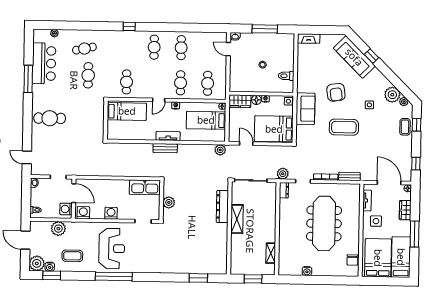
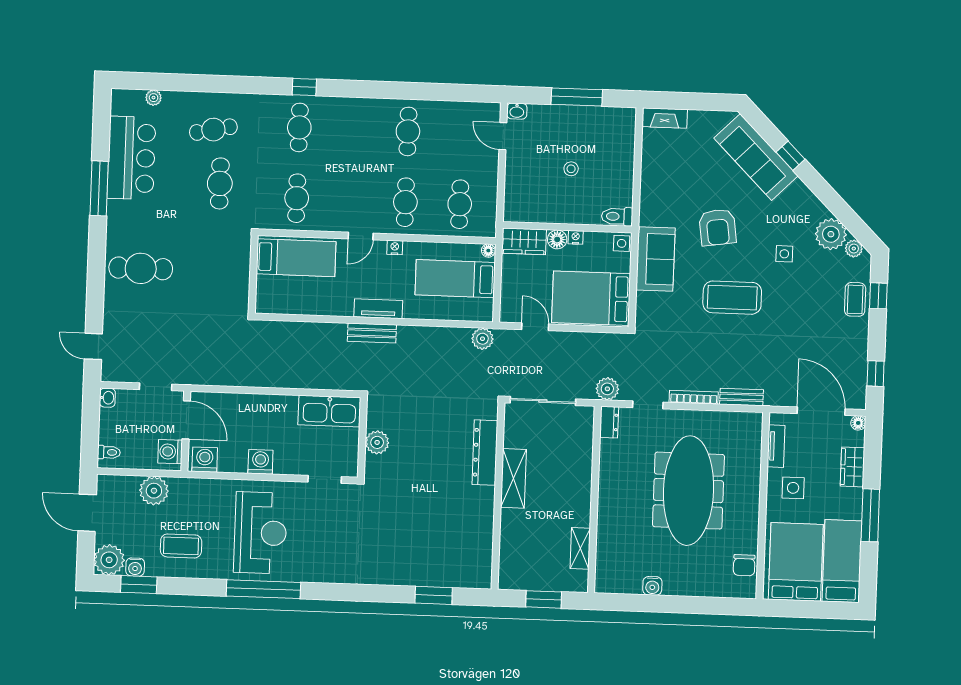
cafe table: (154, 47) -> (299, 127), moved
toilet: (286, 76) -> (617, 216), moved

